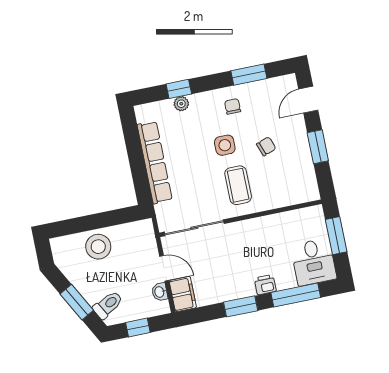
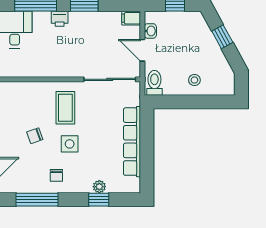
window: (249, 75) -> (37, 200), width x1.44
stool: (98, 247) -> (194, 80), width x0.53, depth x0.53
filing cabinet: (183, 294) -> (131, 18), width x0.50
window: (77, 302) -> (222, 37), width x0.67
toilet: (108, 305) -> (154, 83), moved, turned 119

